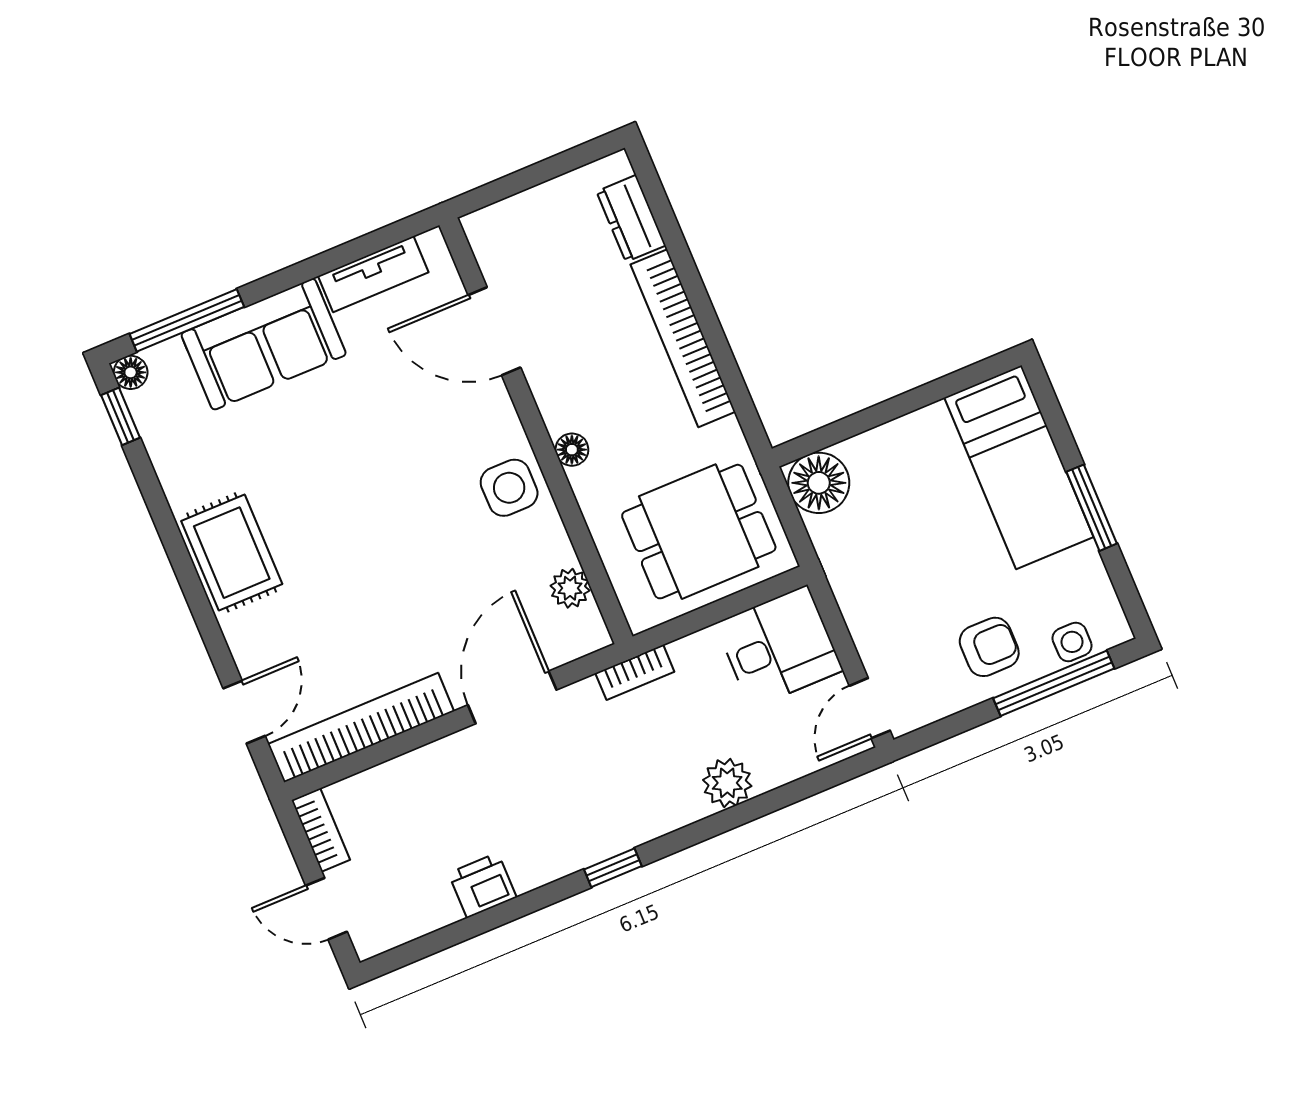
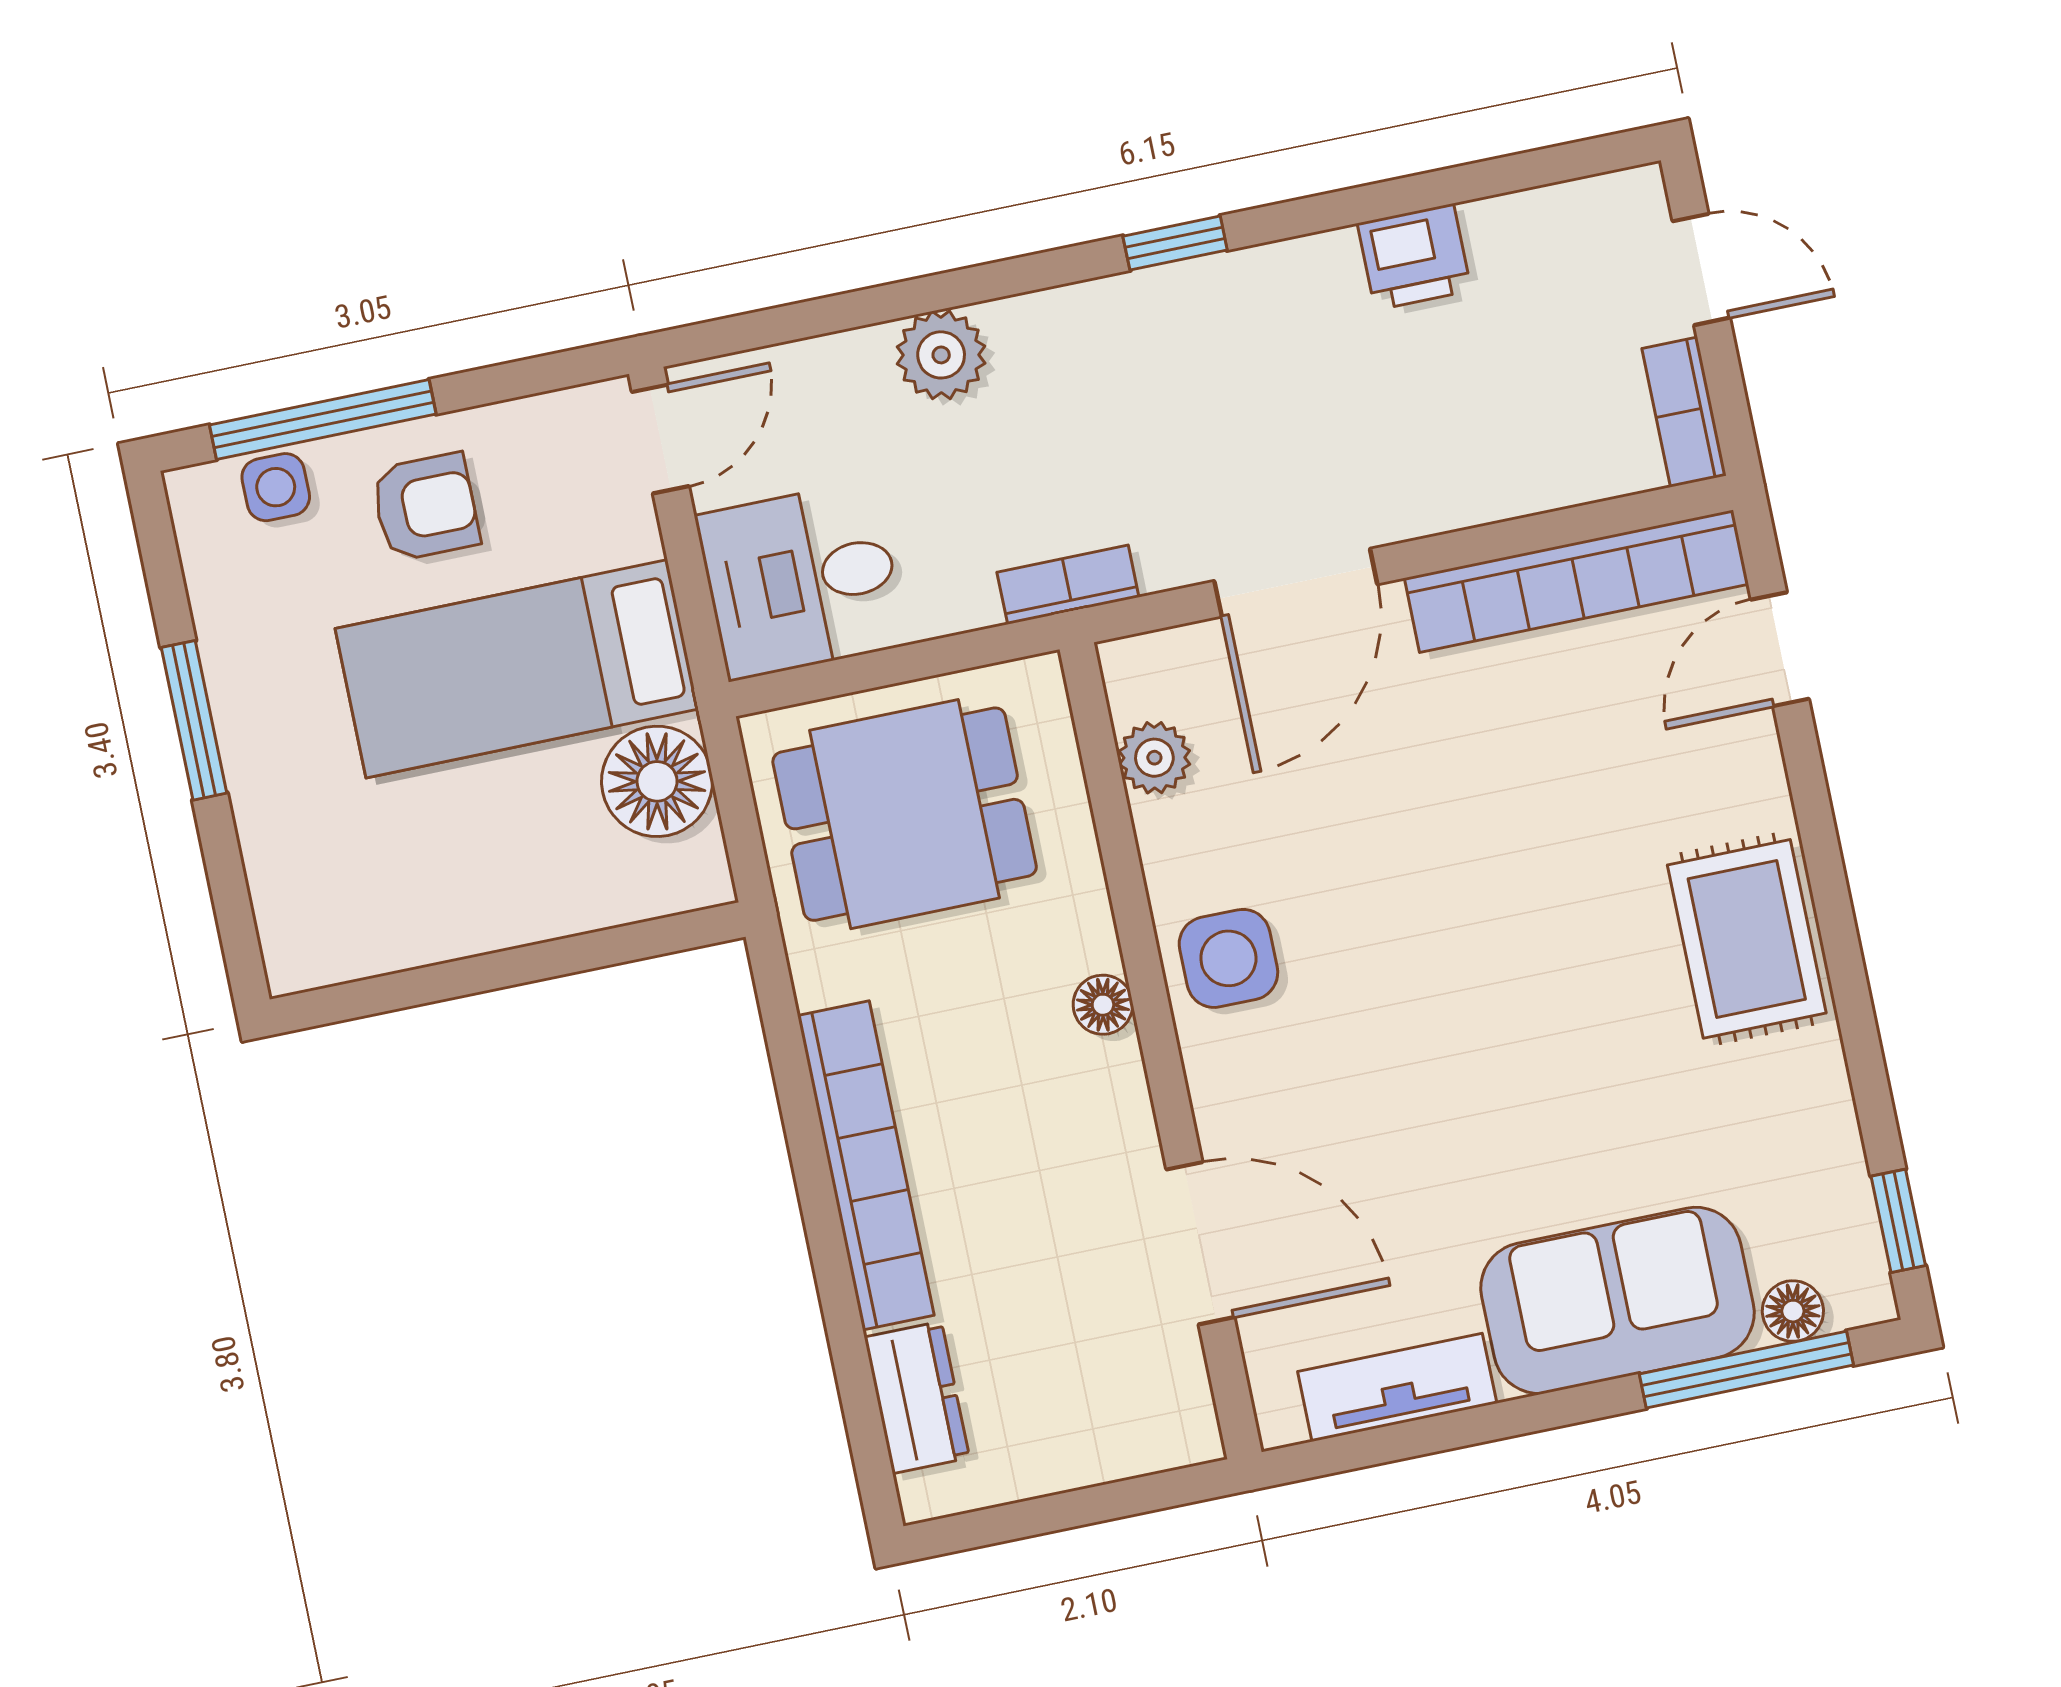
floor lamp: (131, 372) -> (1793, 1311), moved
bed: (1019, 467) -> (517, 669), moved, turned -90
floor lamp: (819, 483) -> (657, 781), moved
armchair: (989, 647) -> (425, 507), turned 180

